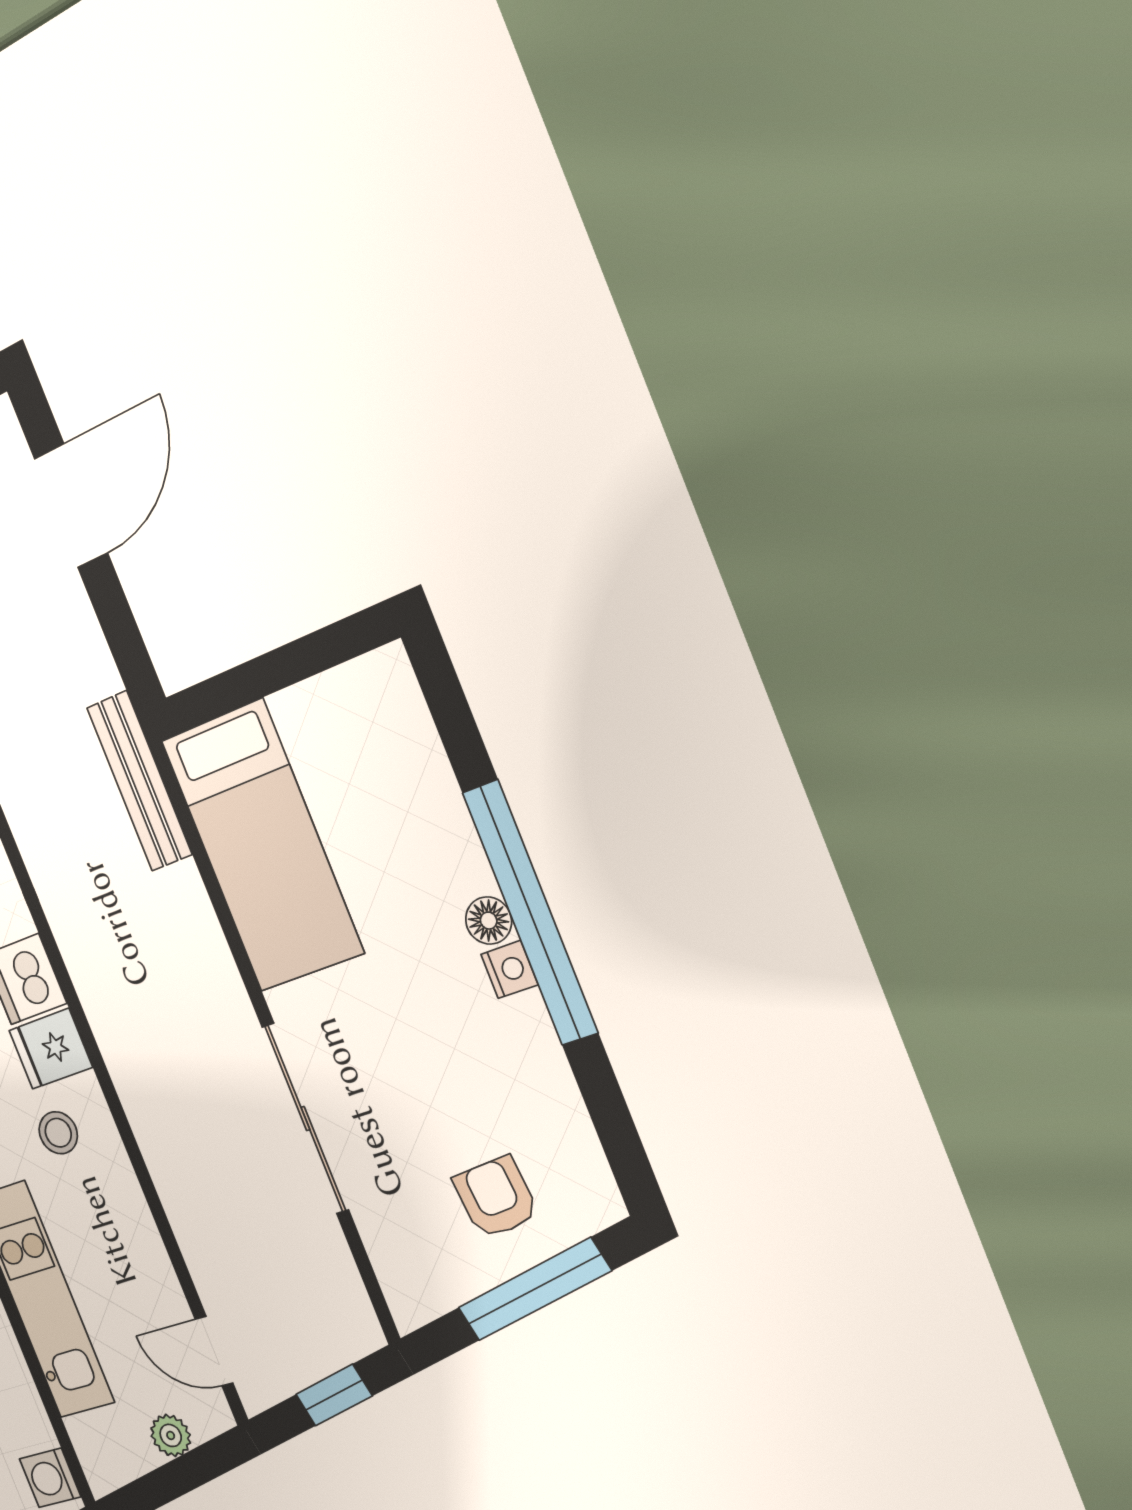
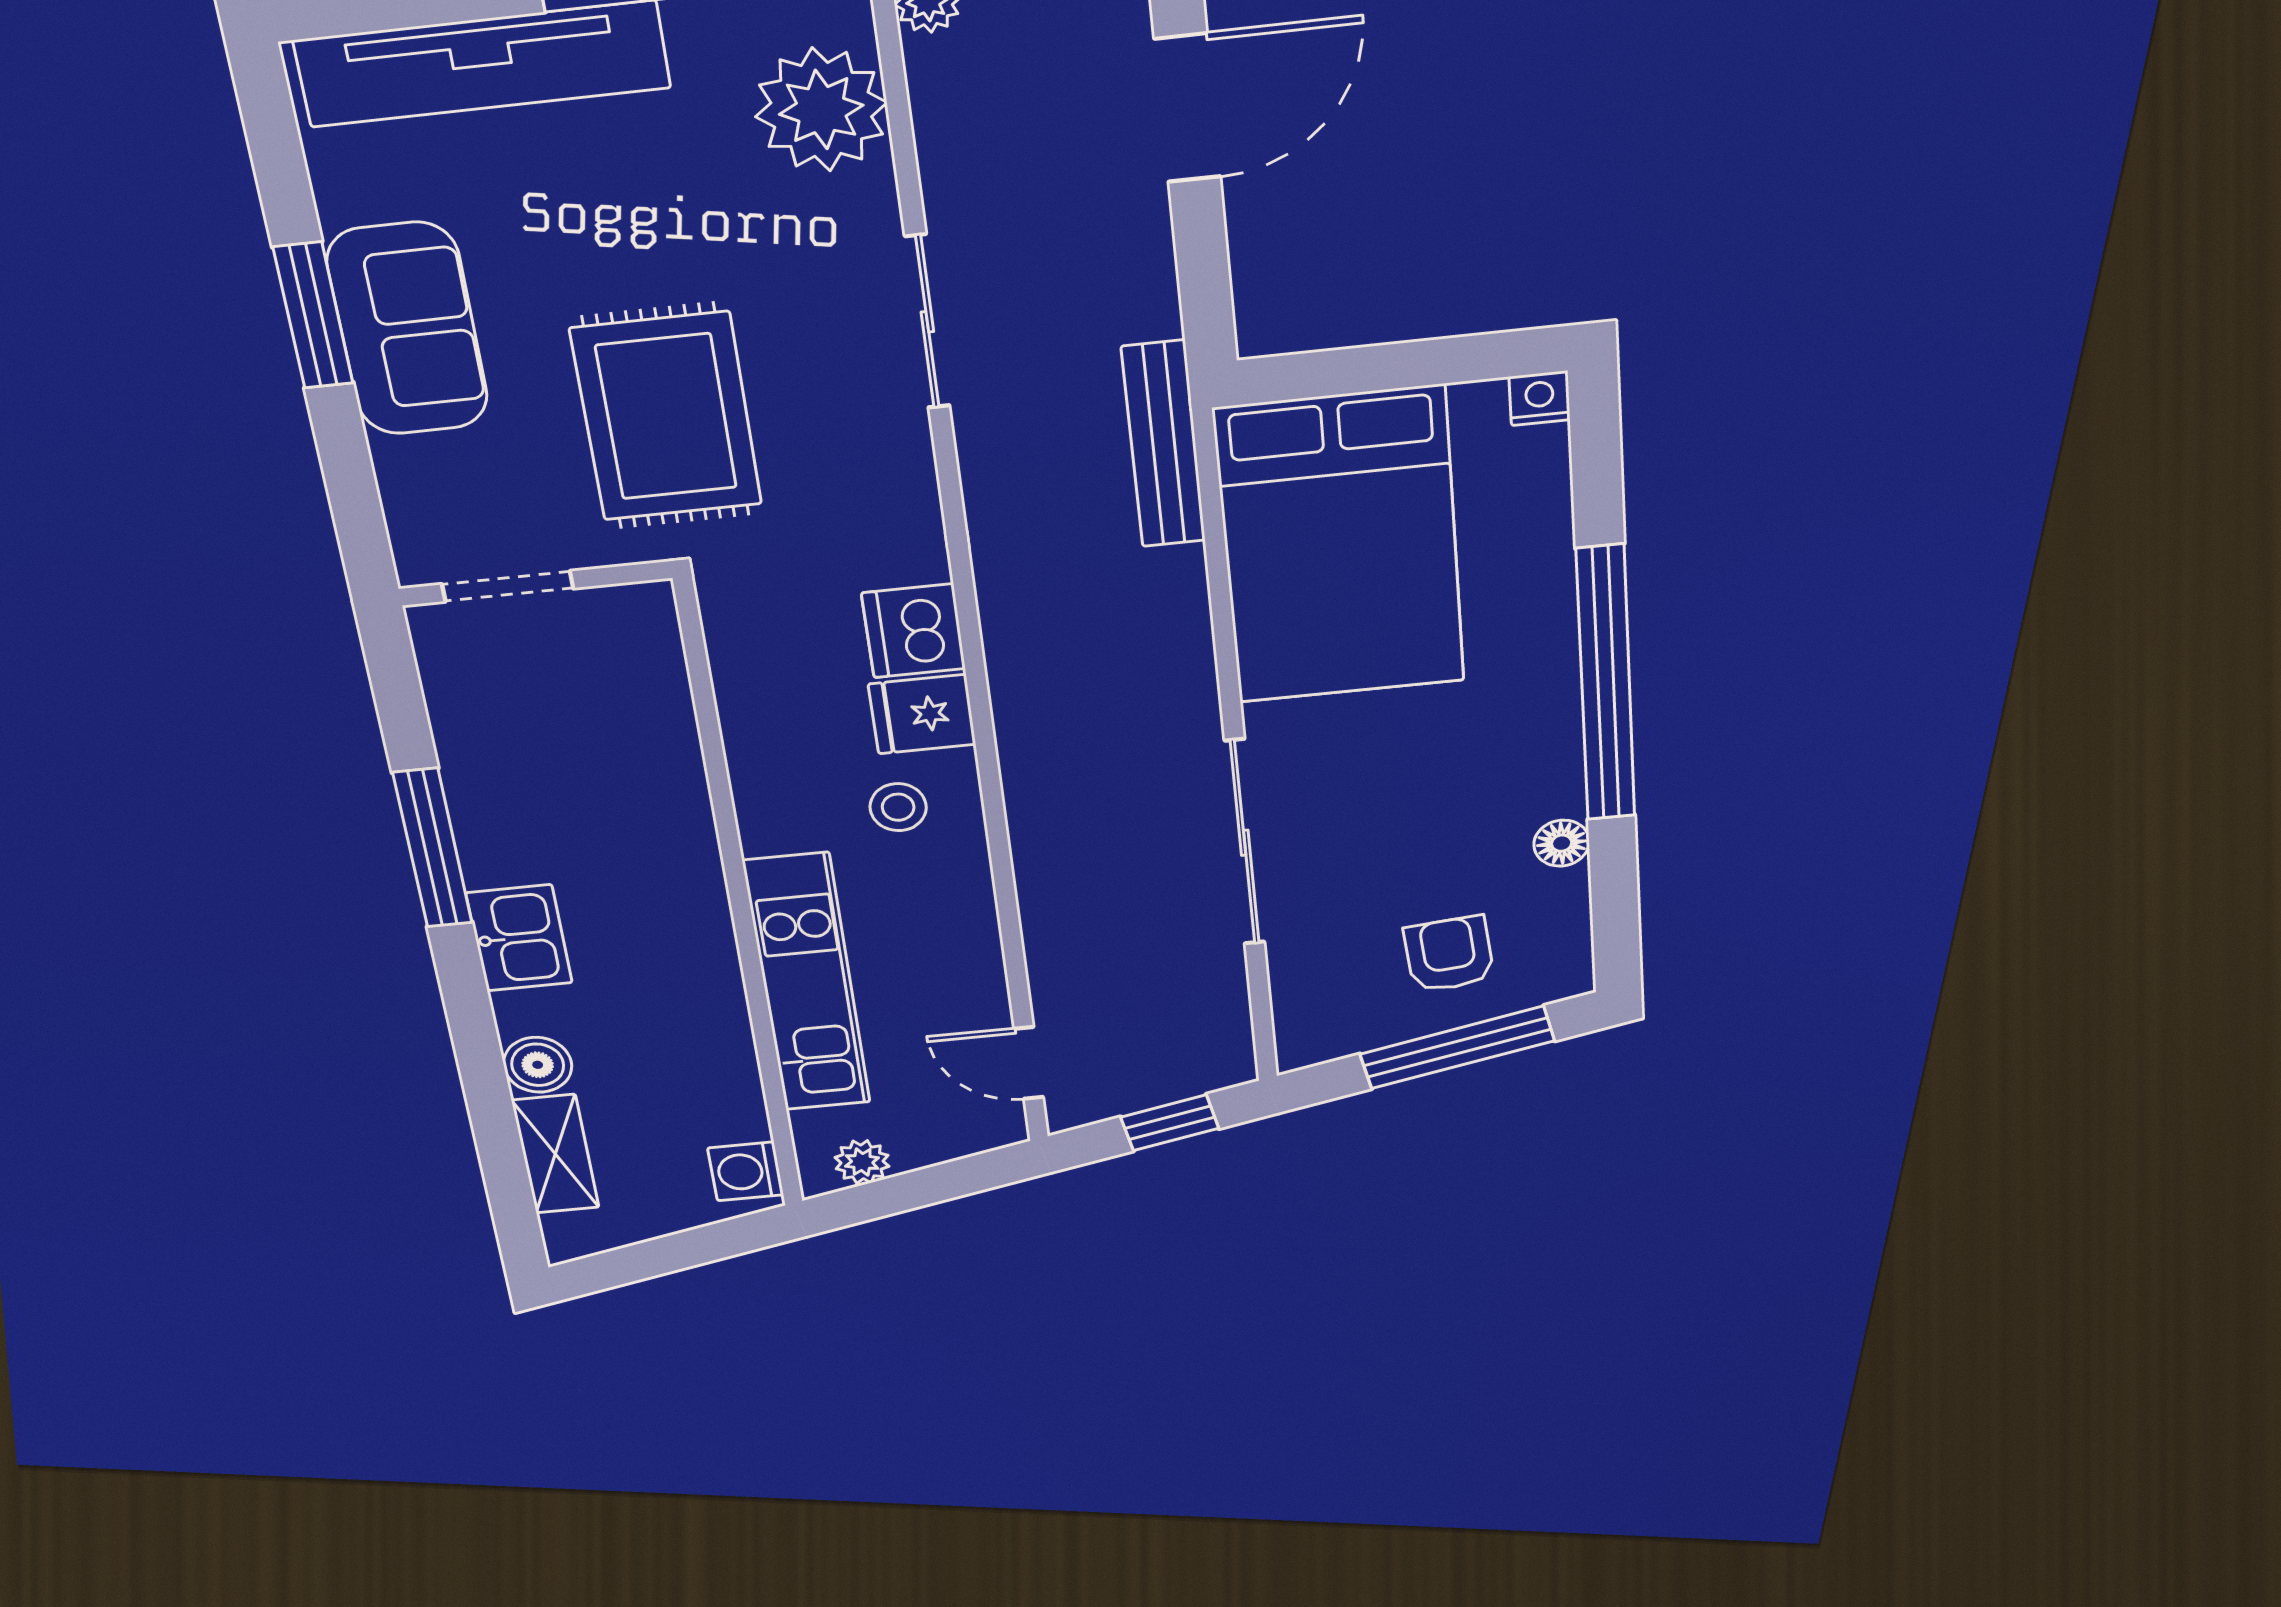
bed: (262, 846) -> (1340, 546), width x1.50
floor lamp: (489, 921) -> (1562, 843), moved
nightstand: (509, 969) -> (1540, 398), moved, turned -90
plant: (171, 1435) -> (862, 1162), moved

